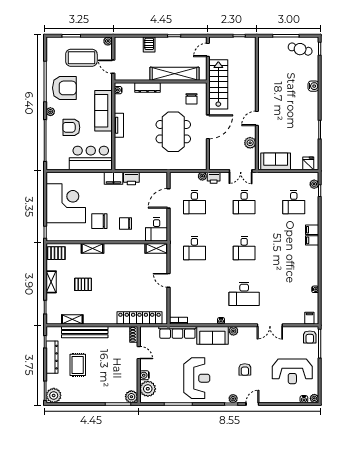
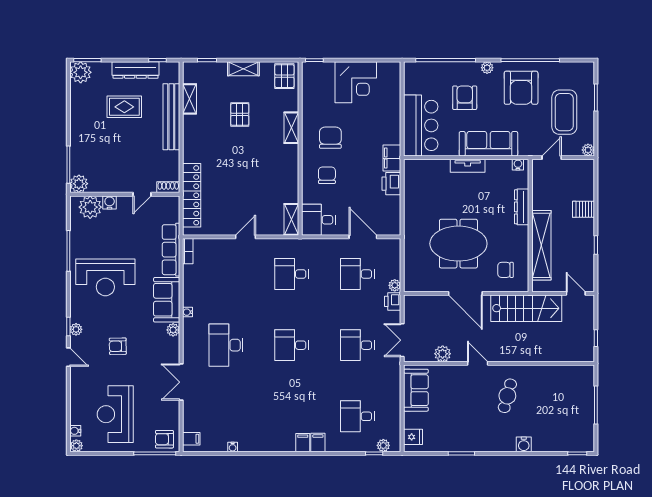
cafe table: (300, 49) -> (507, 396), moved
corner desk: (66, 203) -> (356, 82), width x0.74, depth x0.74

